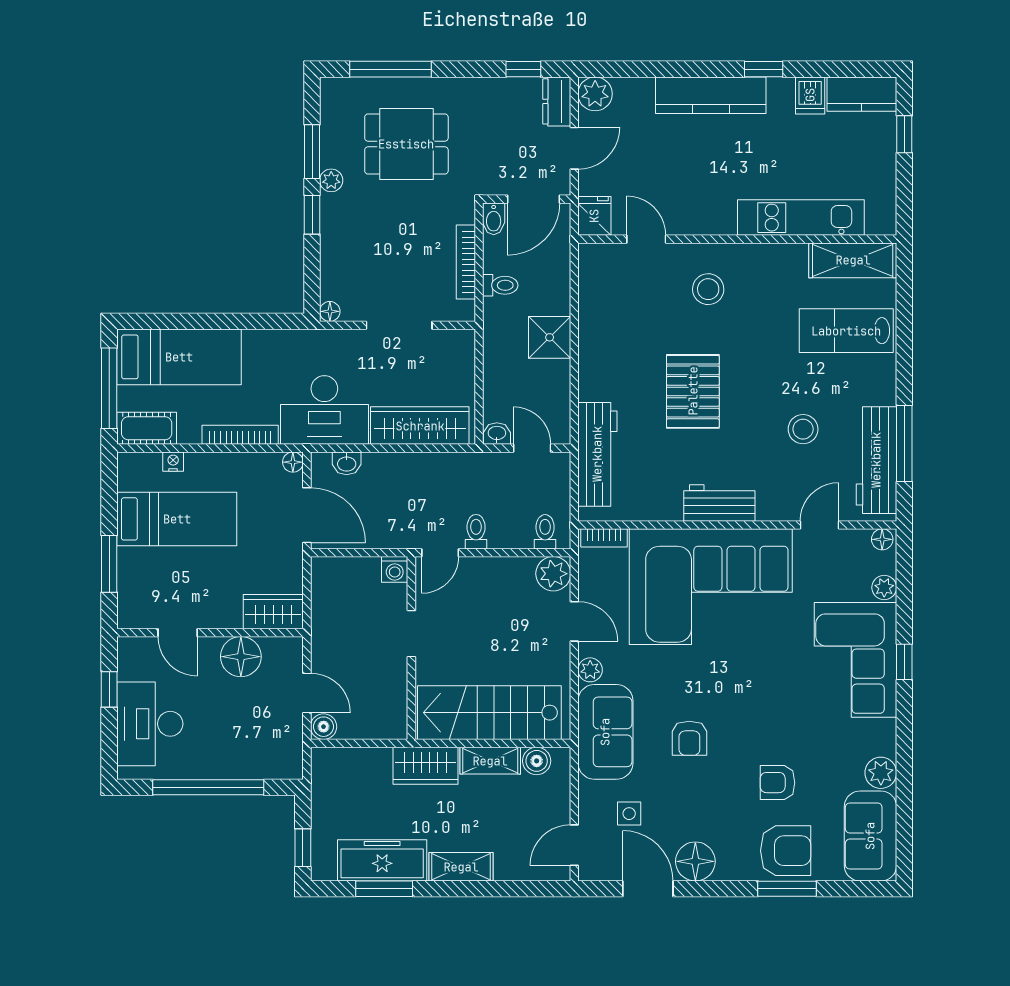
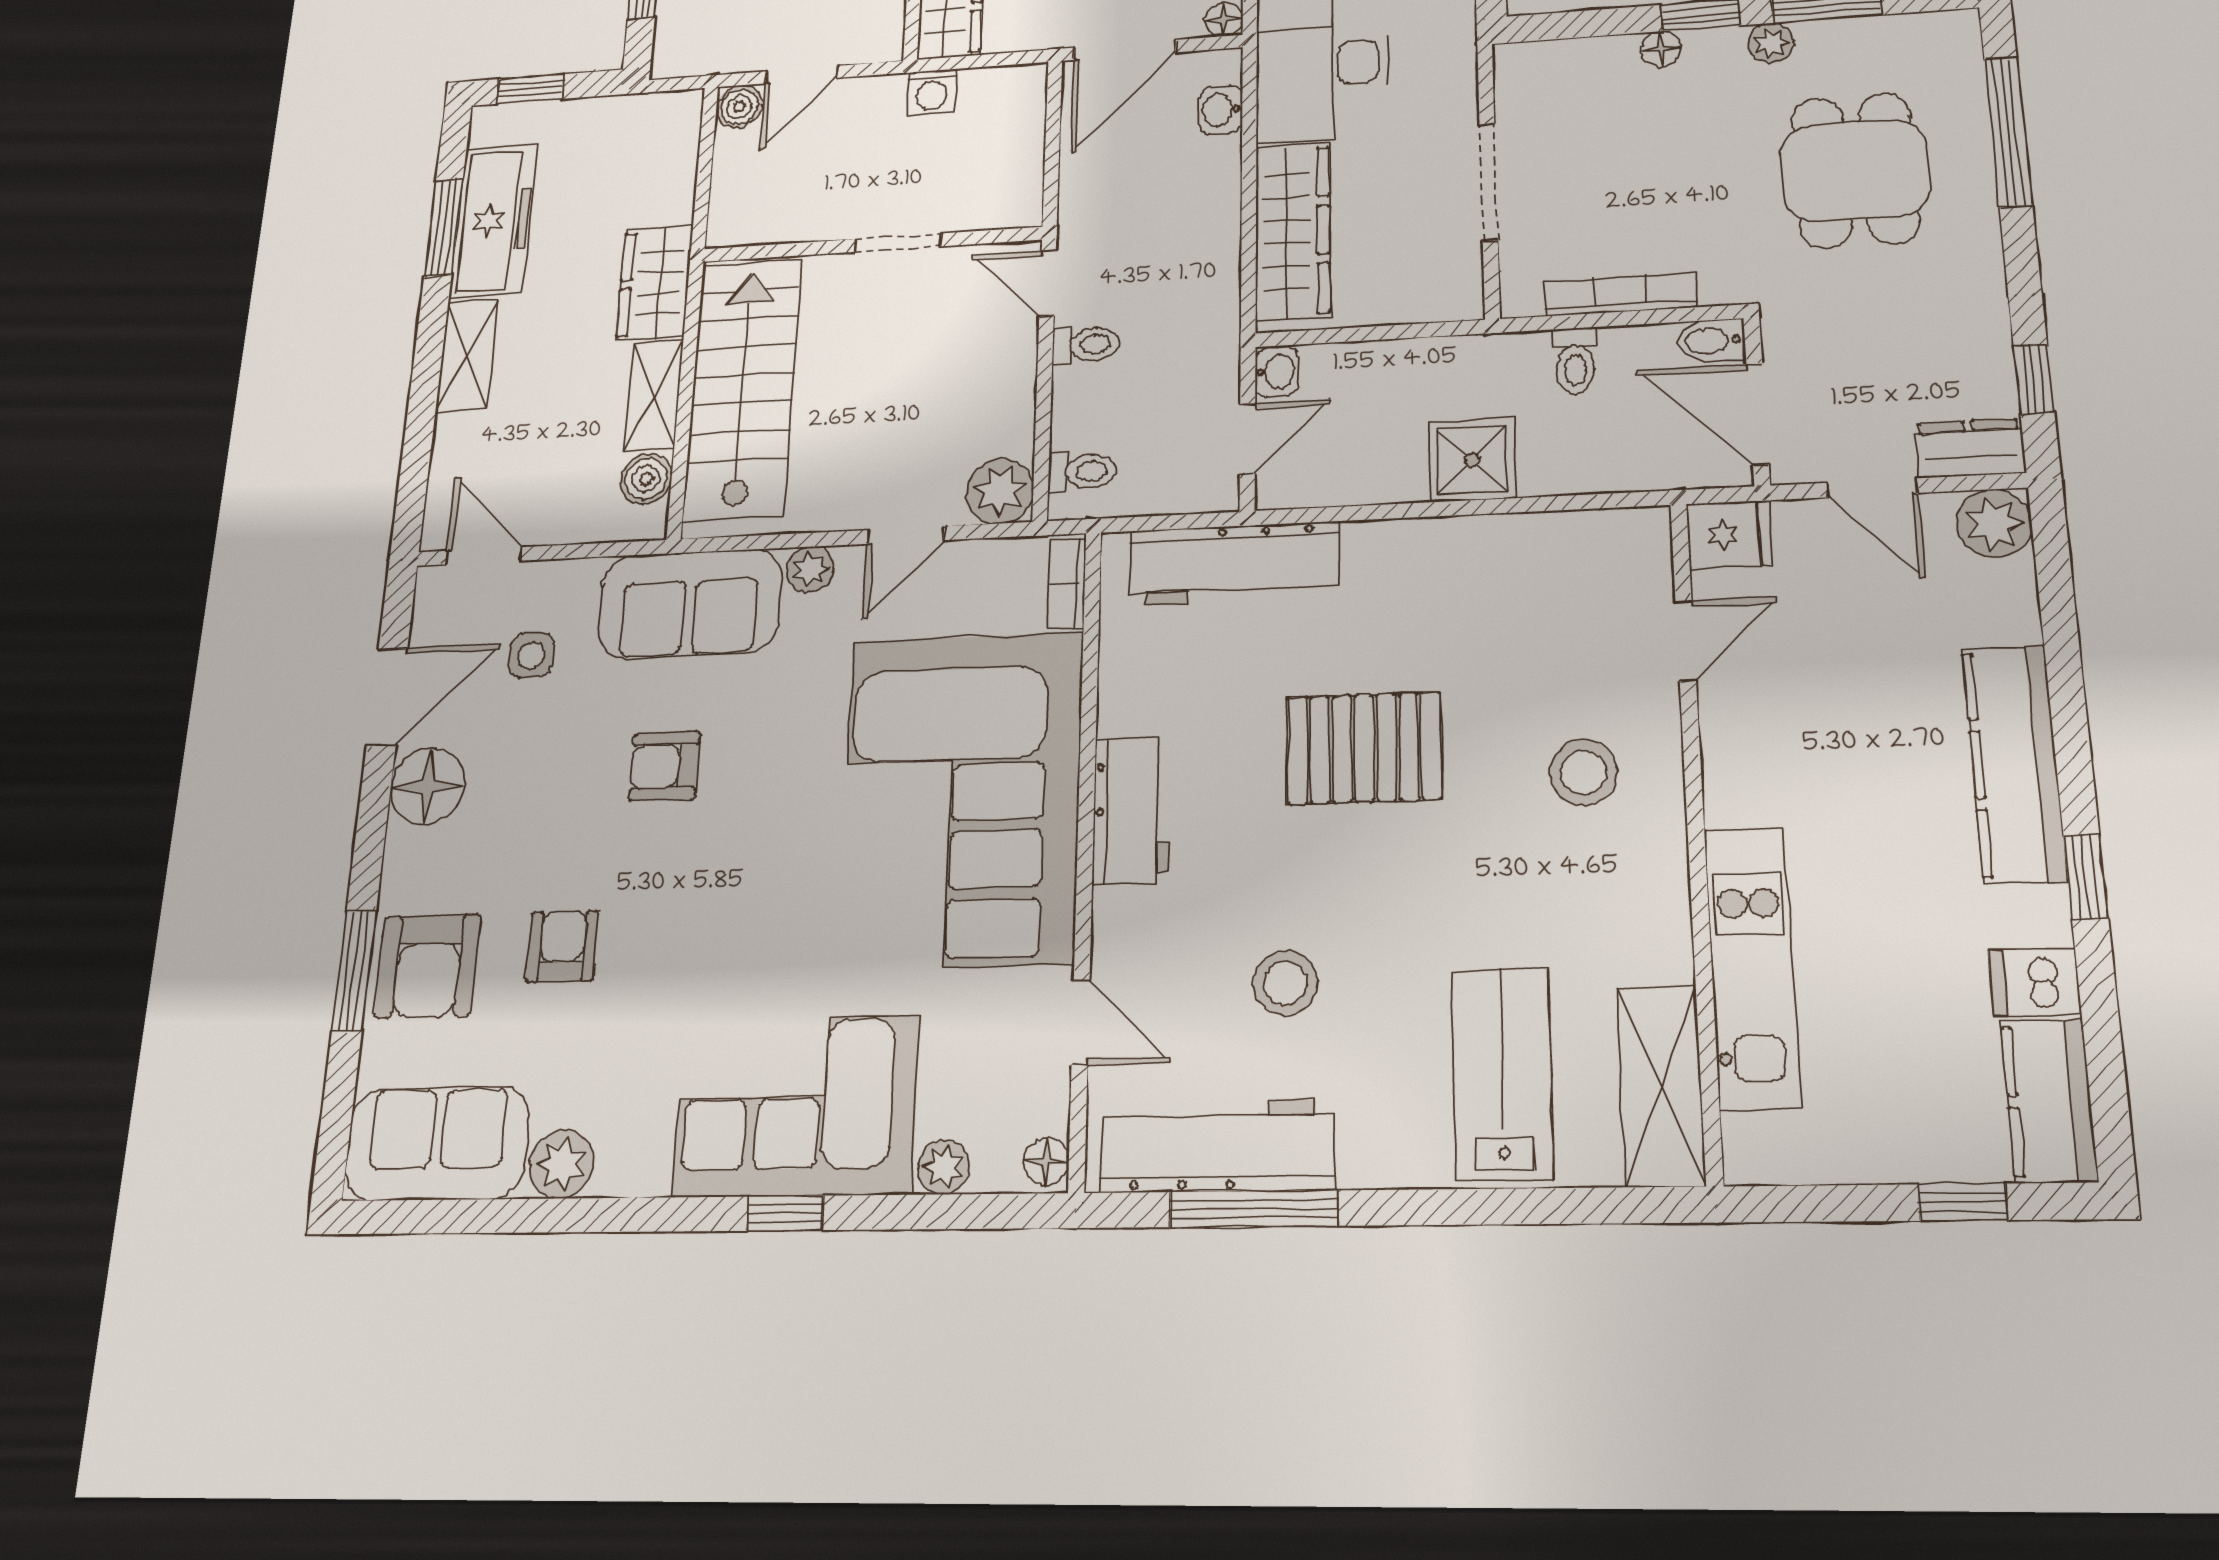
floor lamp: (330, 311) -> (1661, 49), moved
washing machine: (395, 569) -> (932, 92), moved, turned -90

